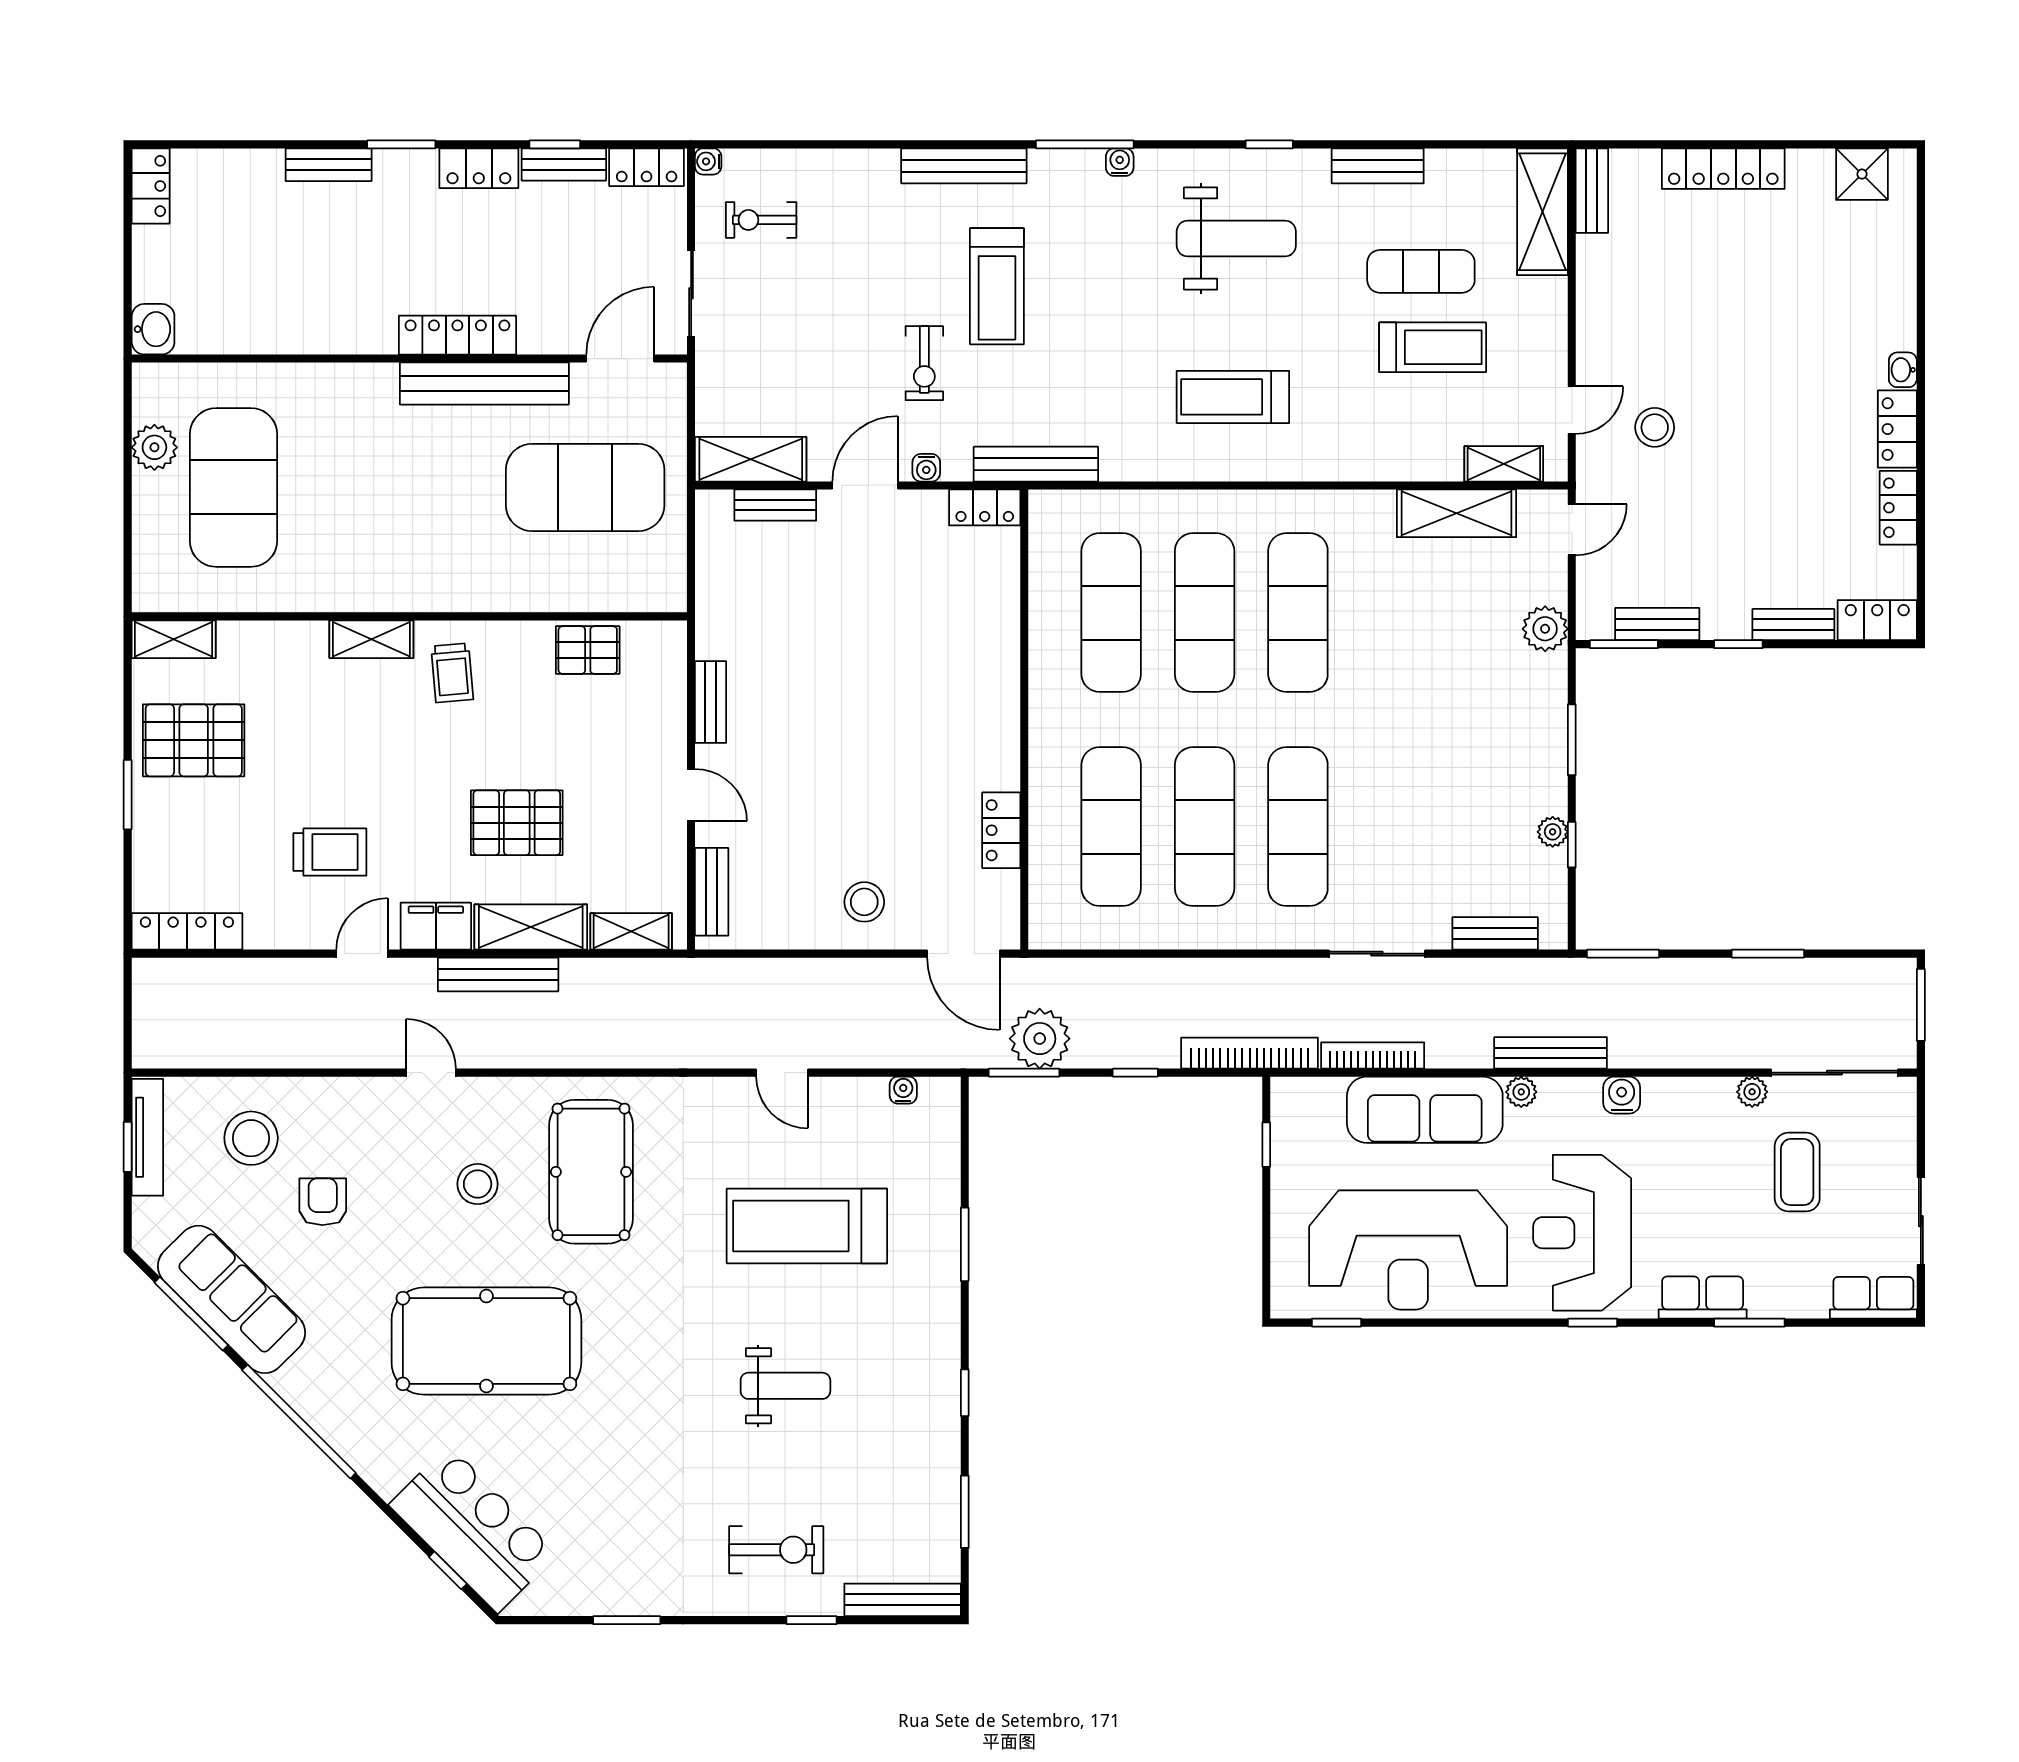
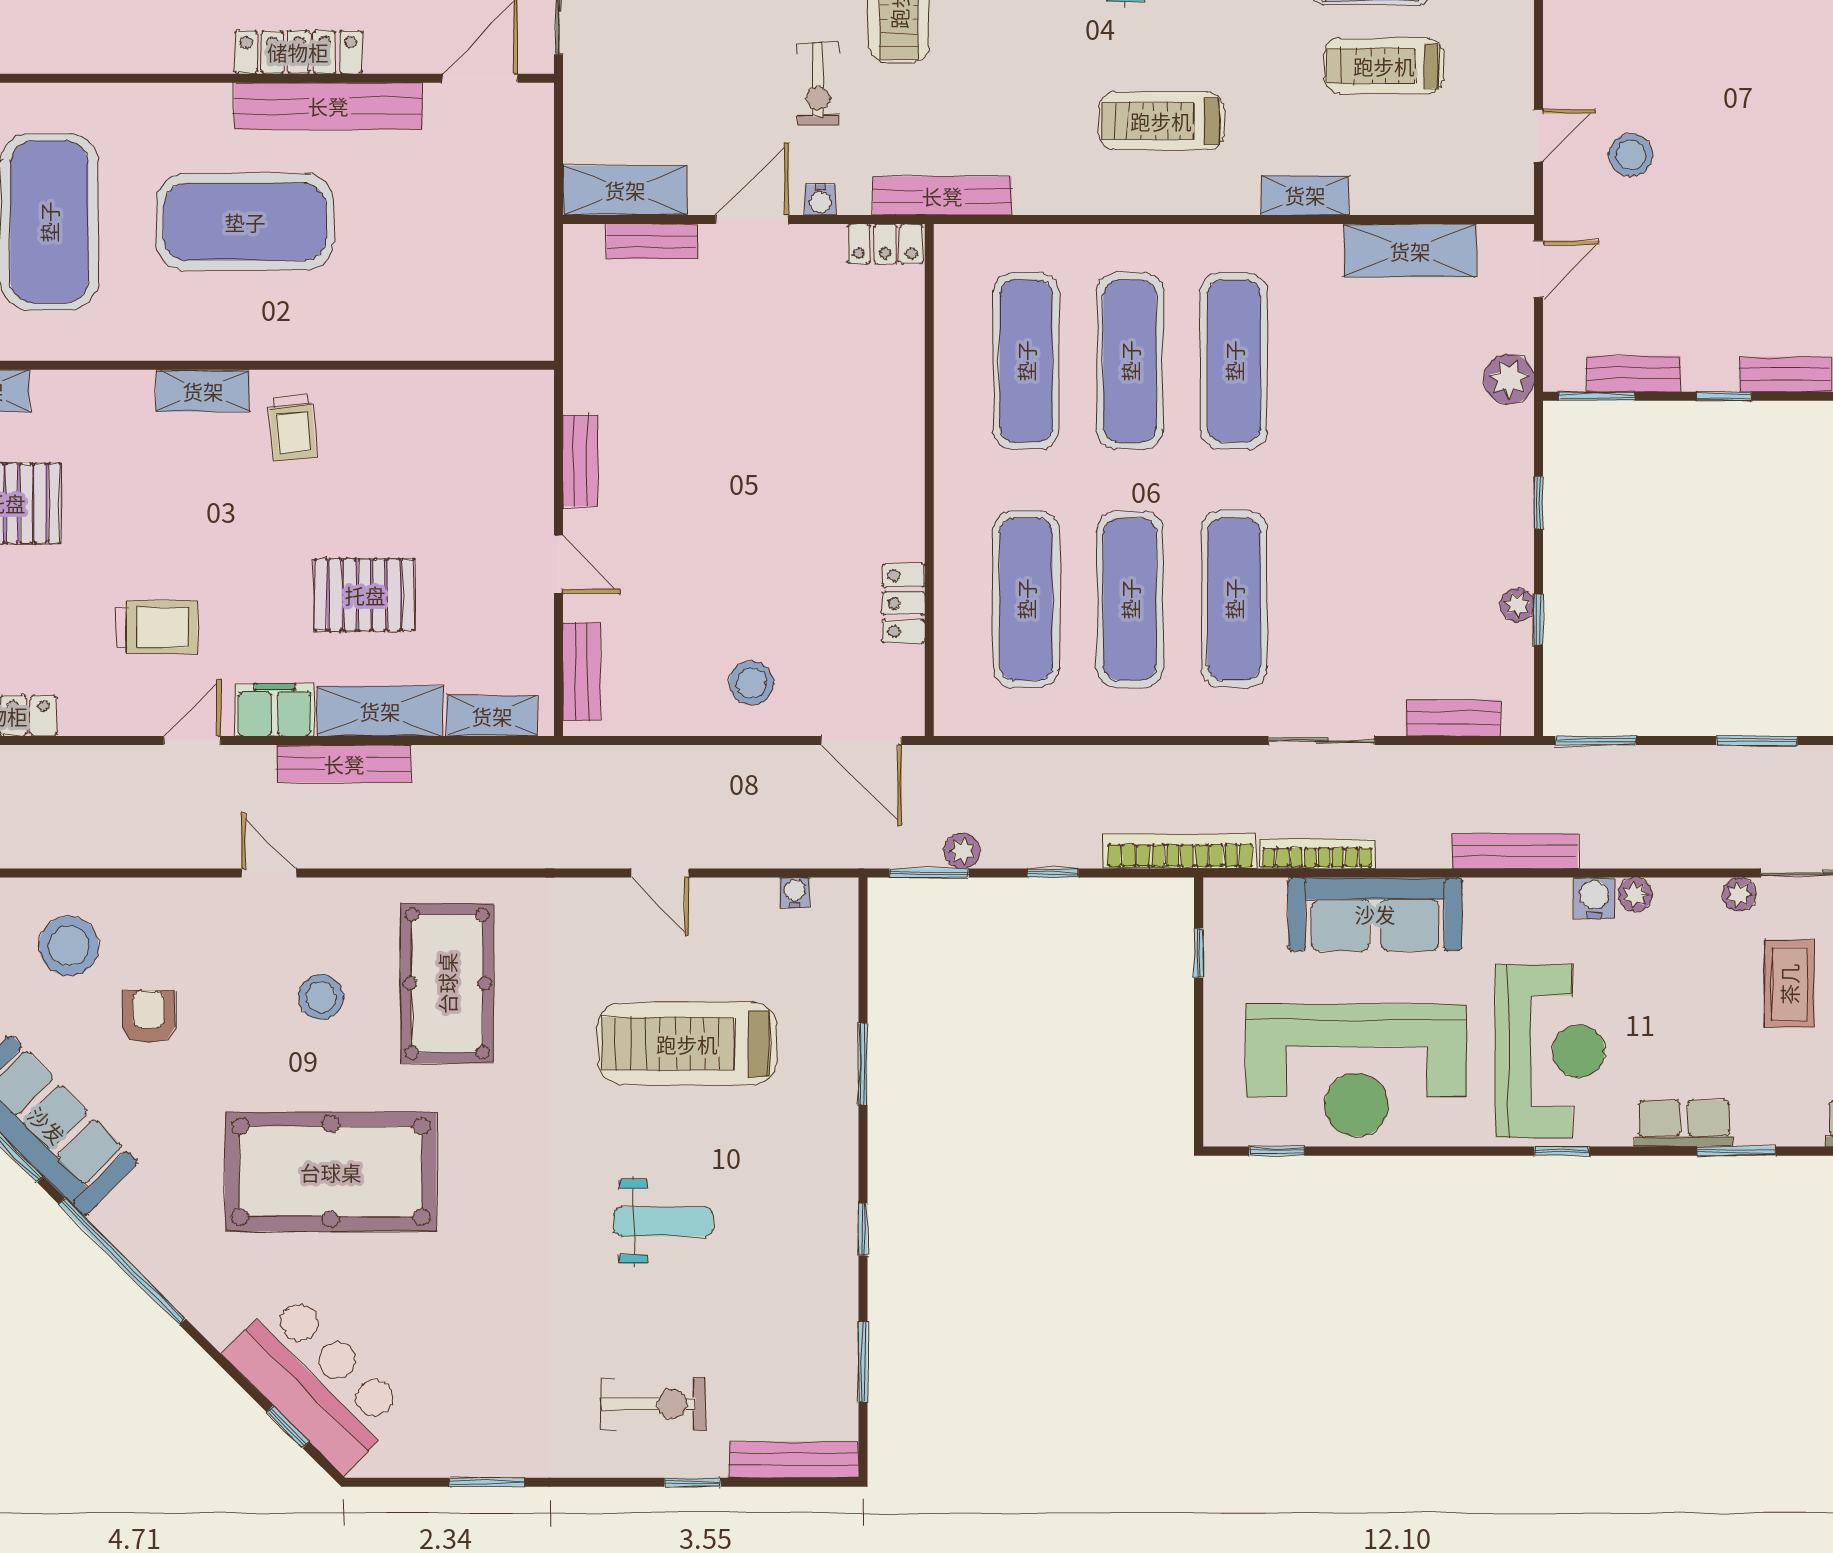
treadmill: (1433, 347) -> (1384, 66), turned 180
shelving: (1504, 464) -> (1305, 195), moved
exercise mat: (585, 487) -> (245, 222), moved
pallet: (588, 650) -> (444, 403), removed
window: (1572, 740) -> (1539, 503), width x0.67
plant: (1040, 1039) -> (962, 851), width x0.53, depth x0.53
plant: (1521, 1092) -> (1635, 894), moved
reception desk: (1582, 1233) -> (1550, 1051), turned 180

